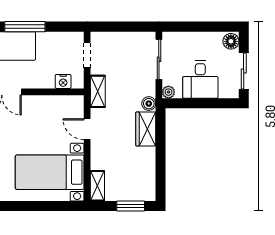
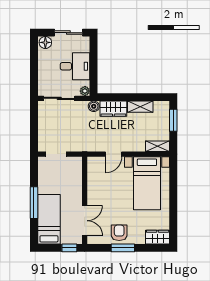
nightstand: (63, 81) -> (77, 173), removed
shelving: (98, 91) -> (140, 107), moved

